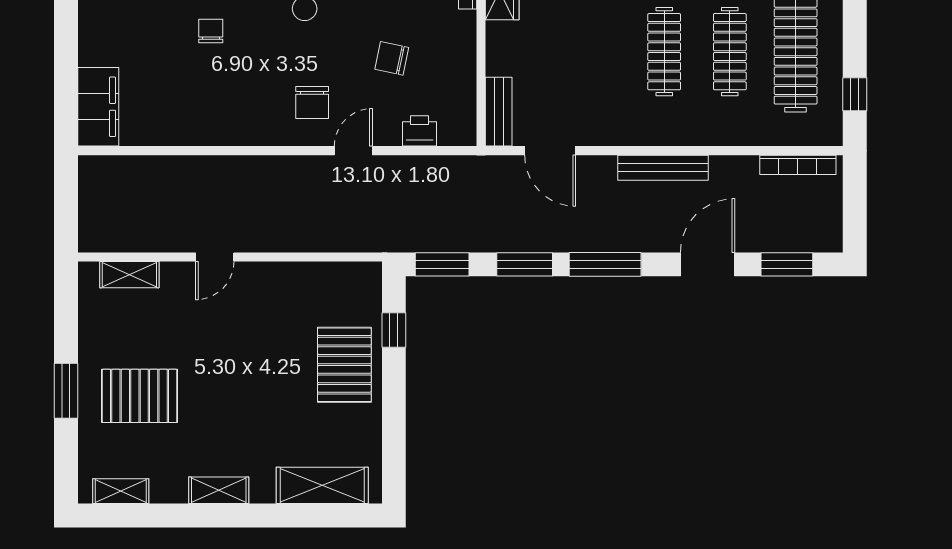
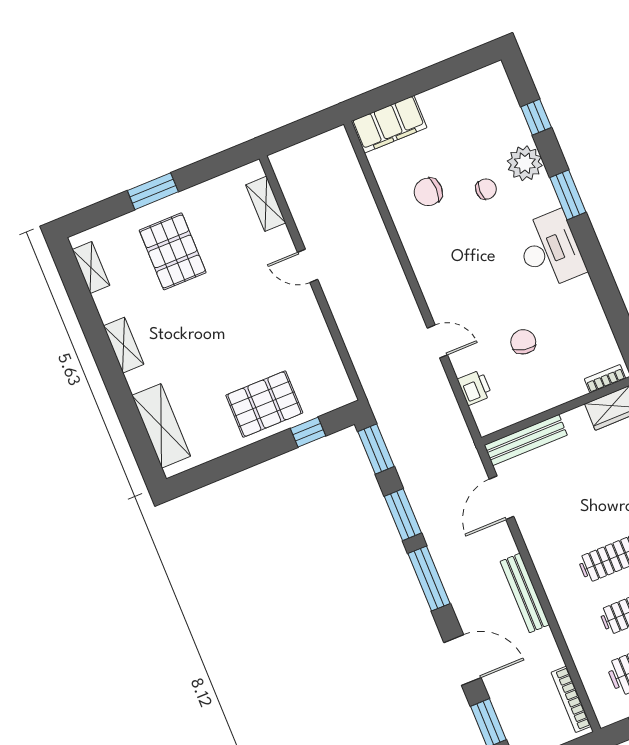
chair: (312, 103) -> (428, 192), moved
bench: (499, 112) -> (526, 440), width x1.36

